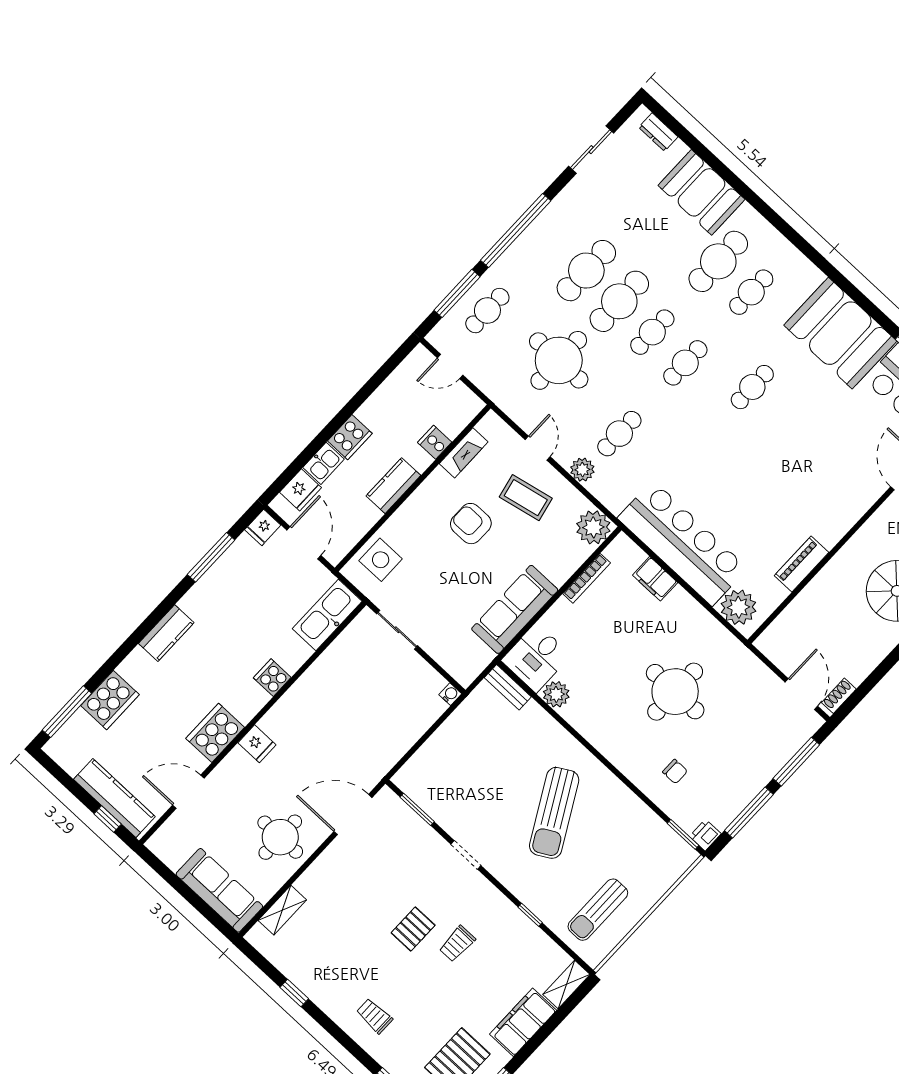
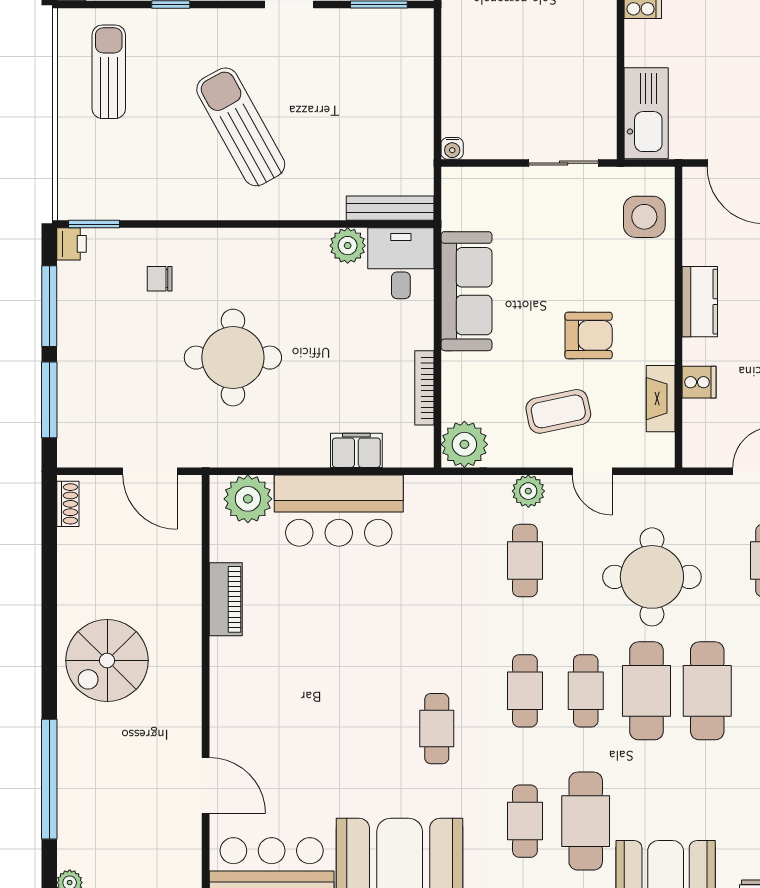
bar counter: (682, 543) -> (339, 511), width x0.73
bench: (508, 687) -> (390, 208), width x1.36
door: (801, 694) -> (150, 471), moved

